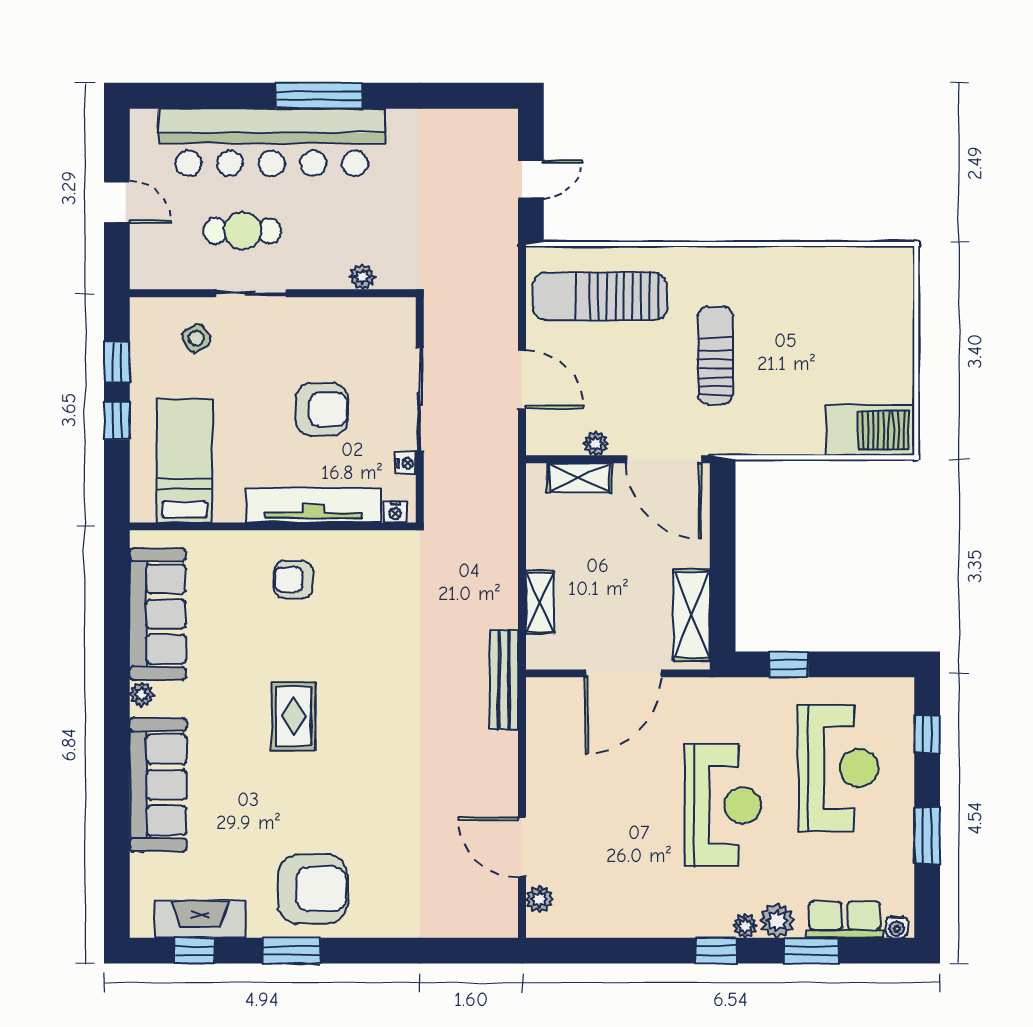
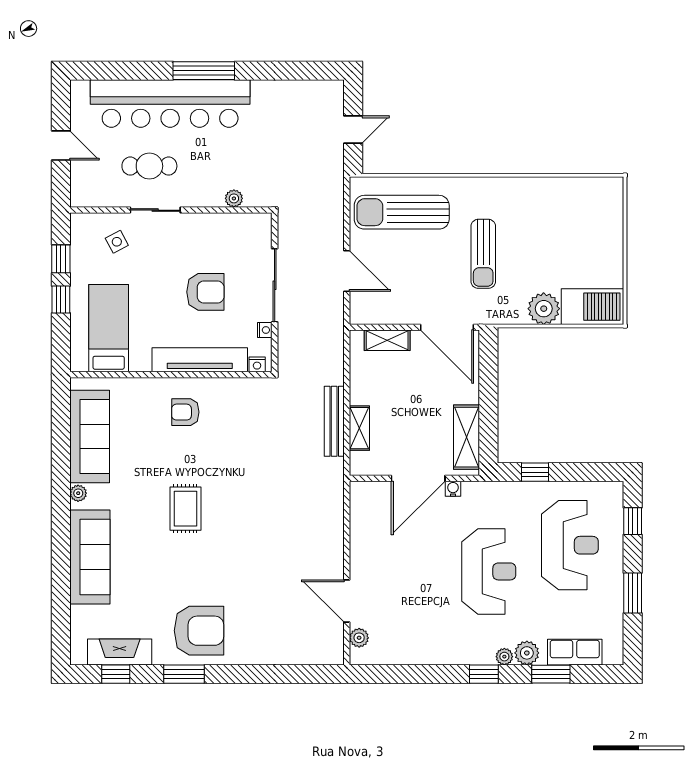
sun lounger: (715, 355) -> (483, 254), turned 180
plant: (596, 443) -> (544, 309), moved, width x1.88, depth x1.88
bench: (504, 680) -> (334, 421), moved
water cooler: (897, 927) -> (453, 489), moved, turned 180

